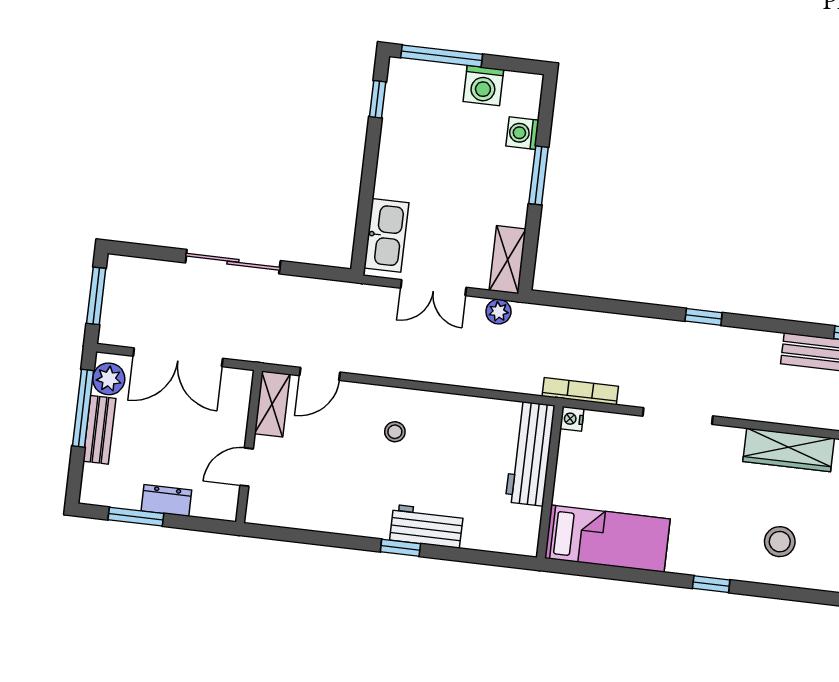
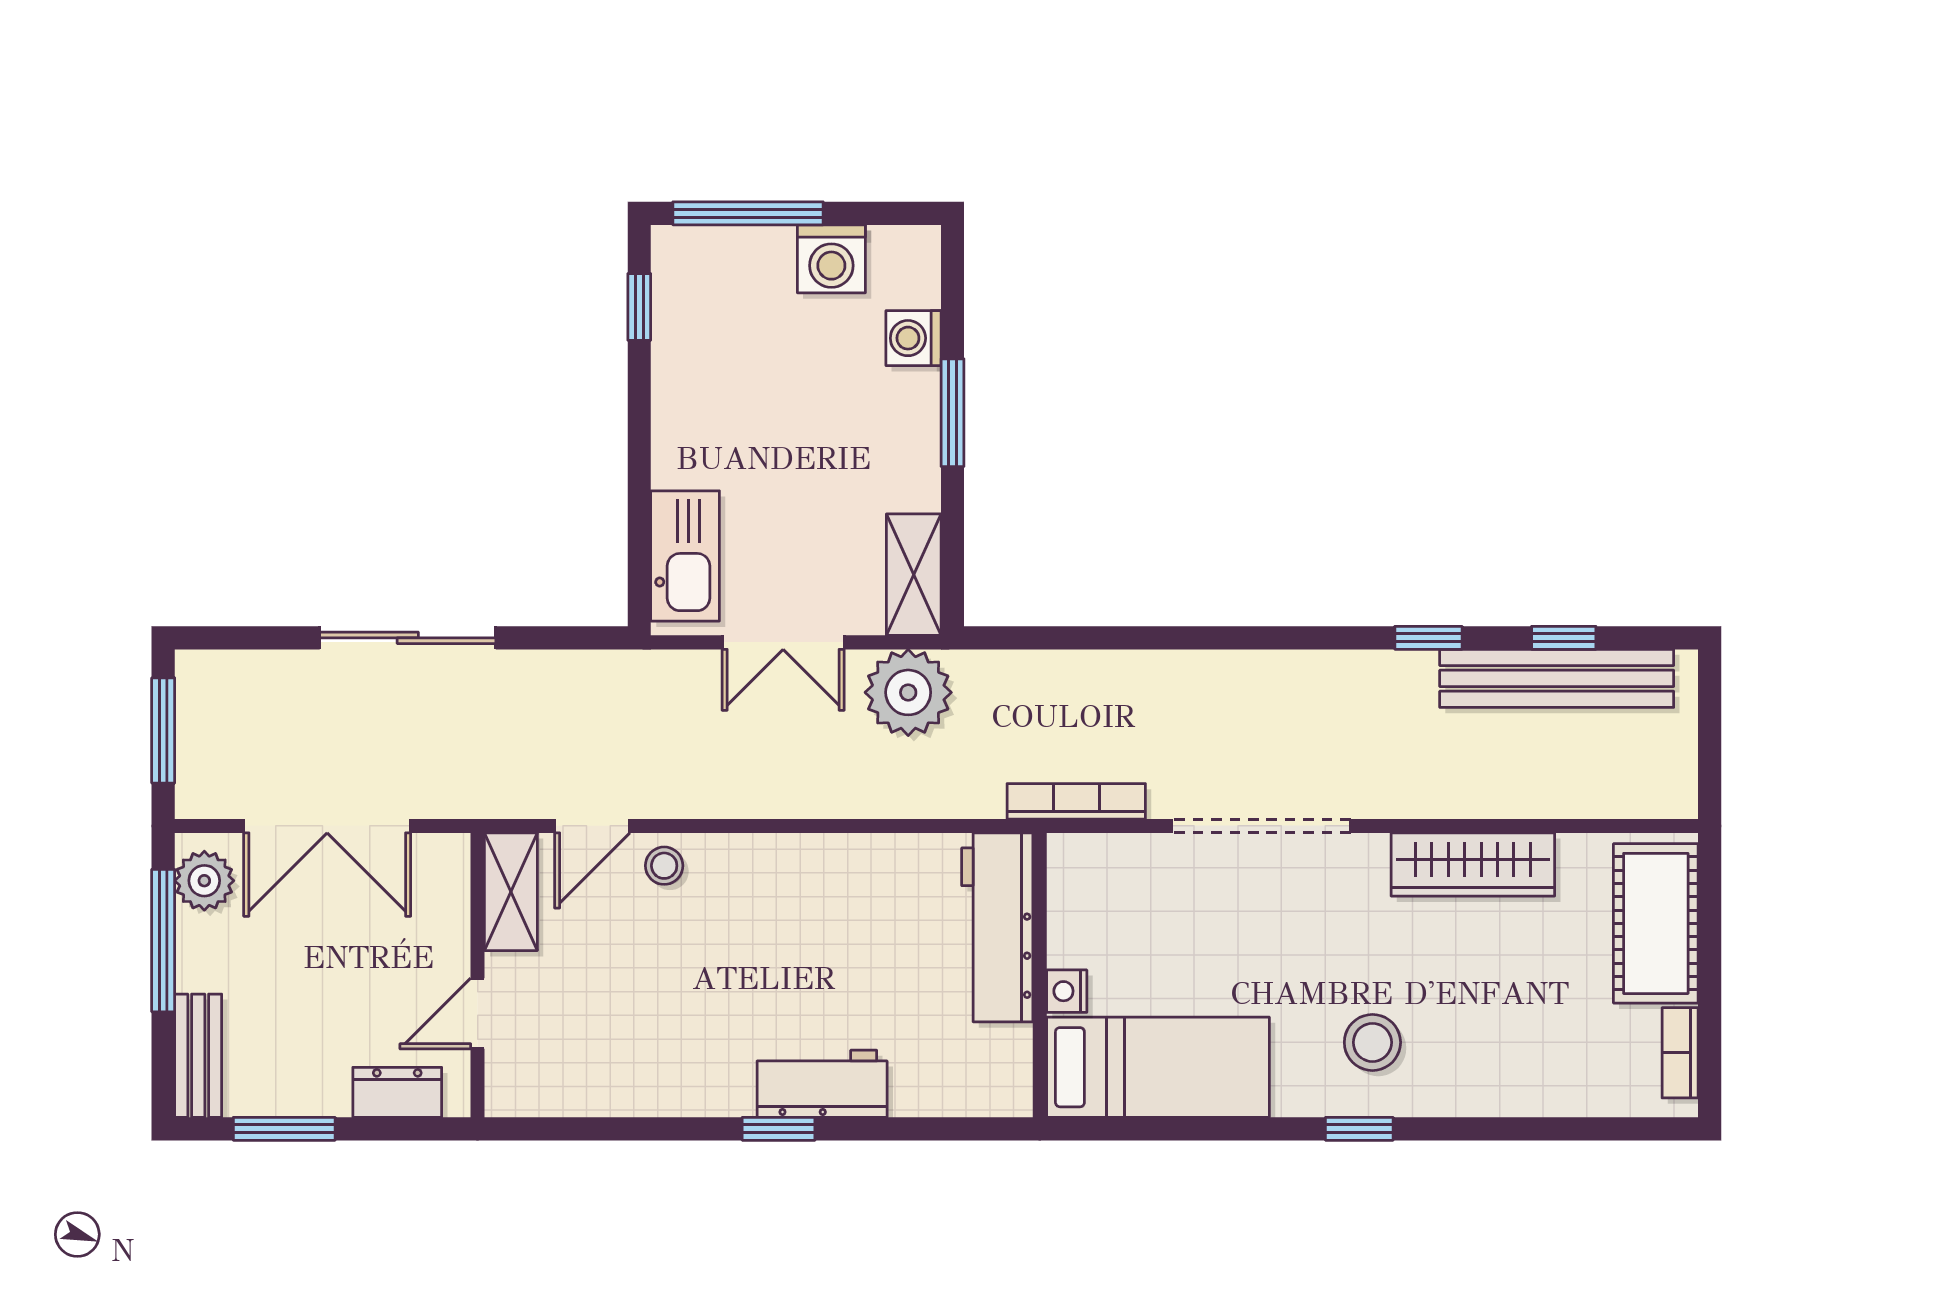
plant: (498, 312) -> (908, 692), width x1.87, depth x1.87
window: (704, 317) -> (1428, 638), moved
doorway: (678, 416) -> (1261, 826), width x1.36
nightstand: (572, 419) -> (1067, 991), moved
bench: (99, 430) -> (198, 1056), moved
stool: (395, 432) -> (664, 866), moved
dresser: (166, 500) -> (397, 1092), moved
stool: (780, 542) -> (1372, 1042), moved

